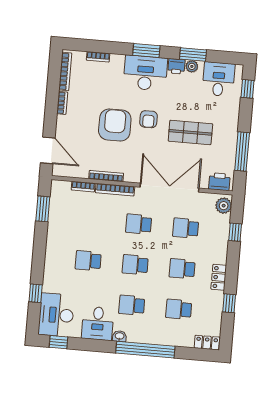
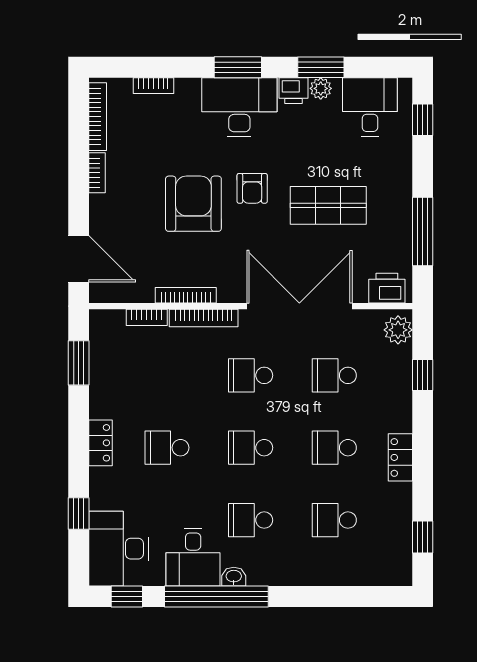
window: (229, 303) -> (423, 537), moved
locker: (207, 343) -> (101, 443), moved, turned 90
window: (145, 350) -> (216, 596), moved

